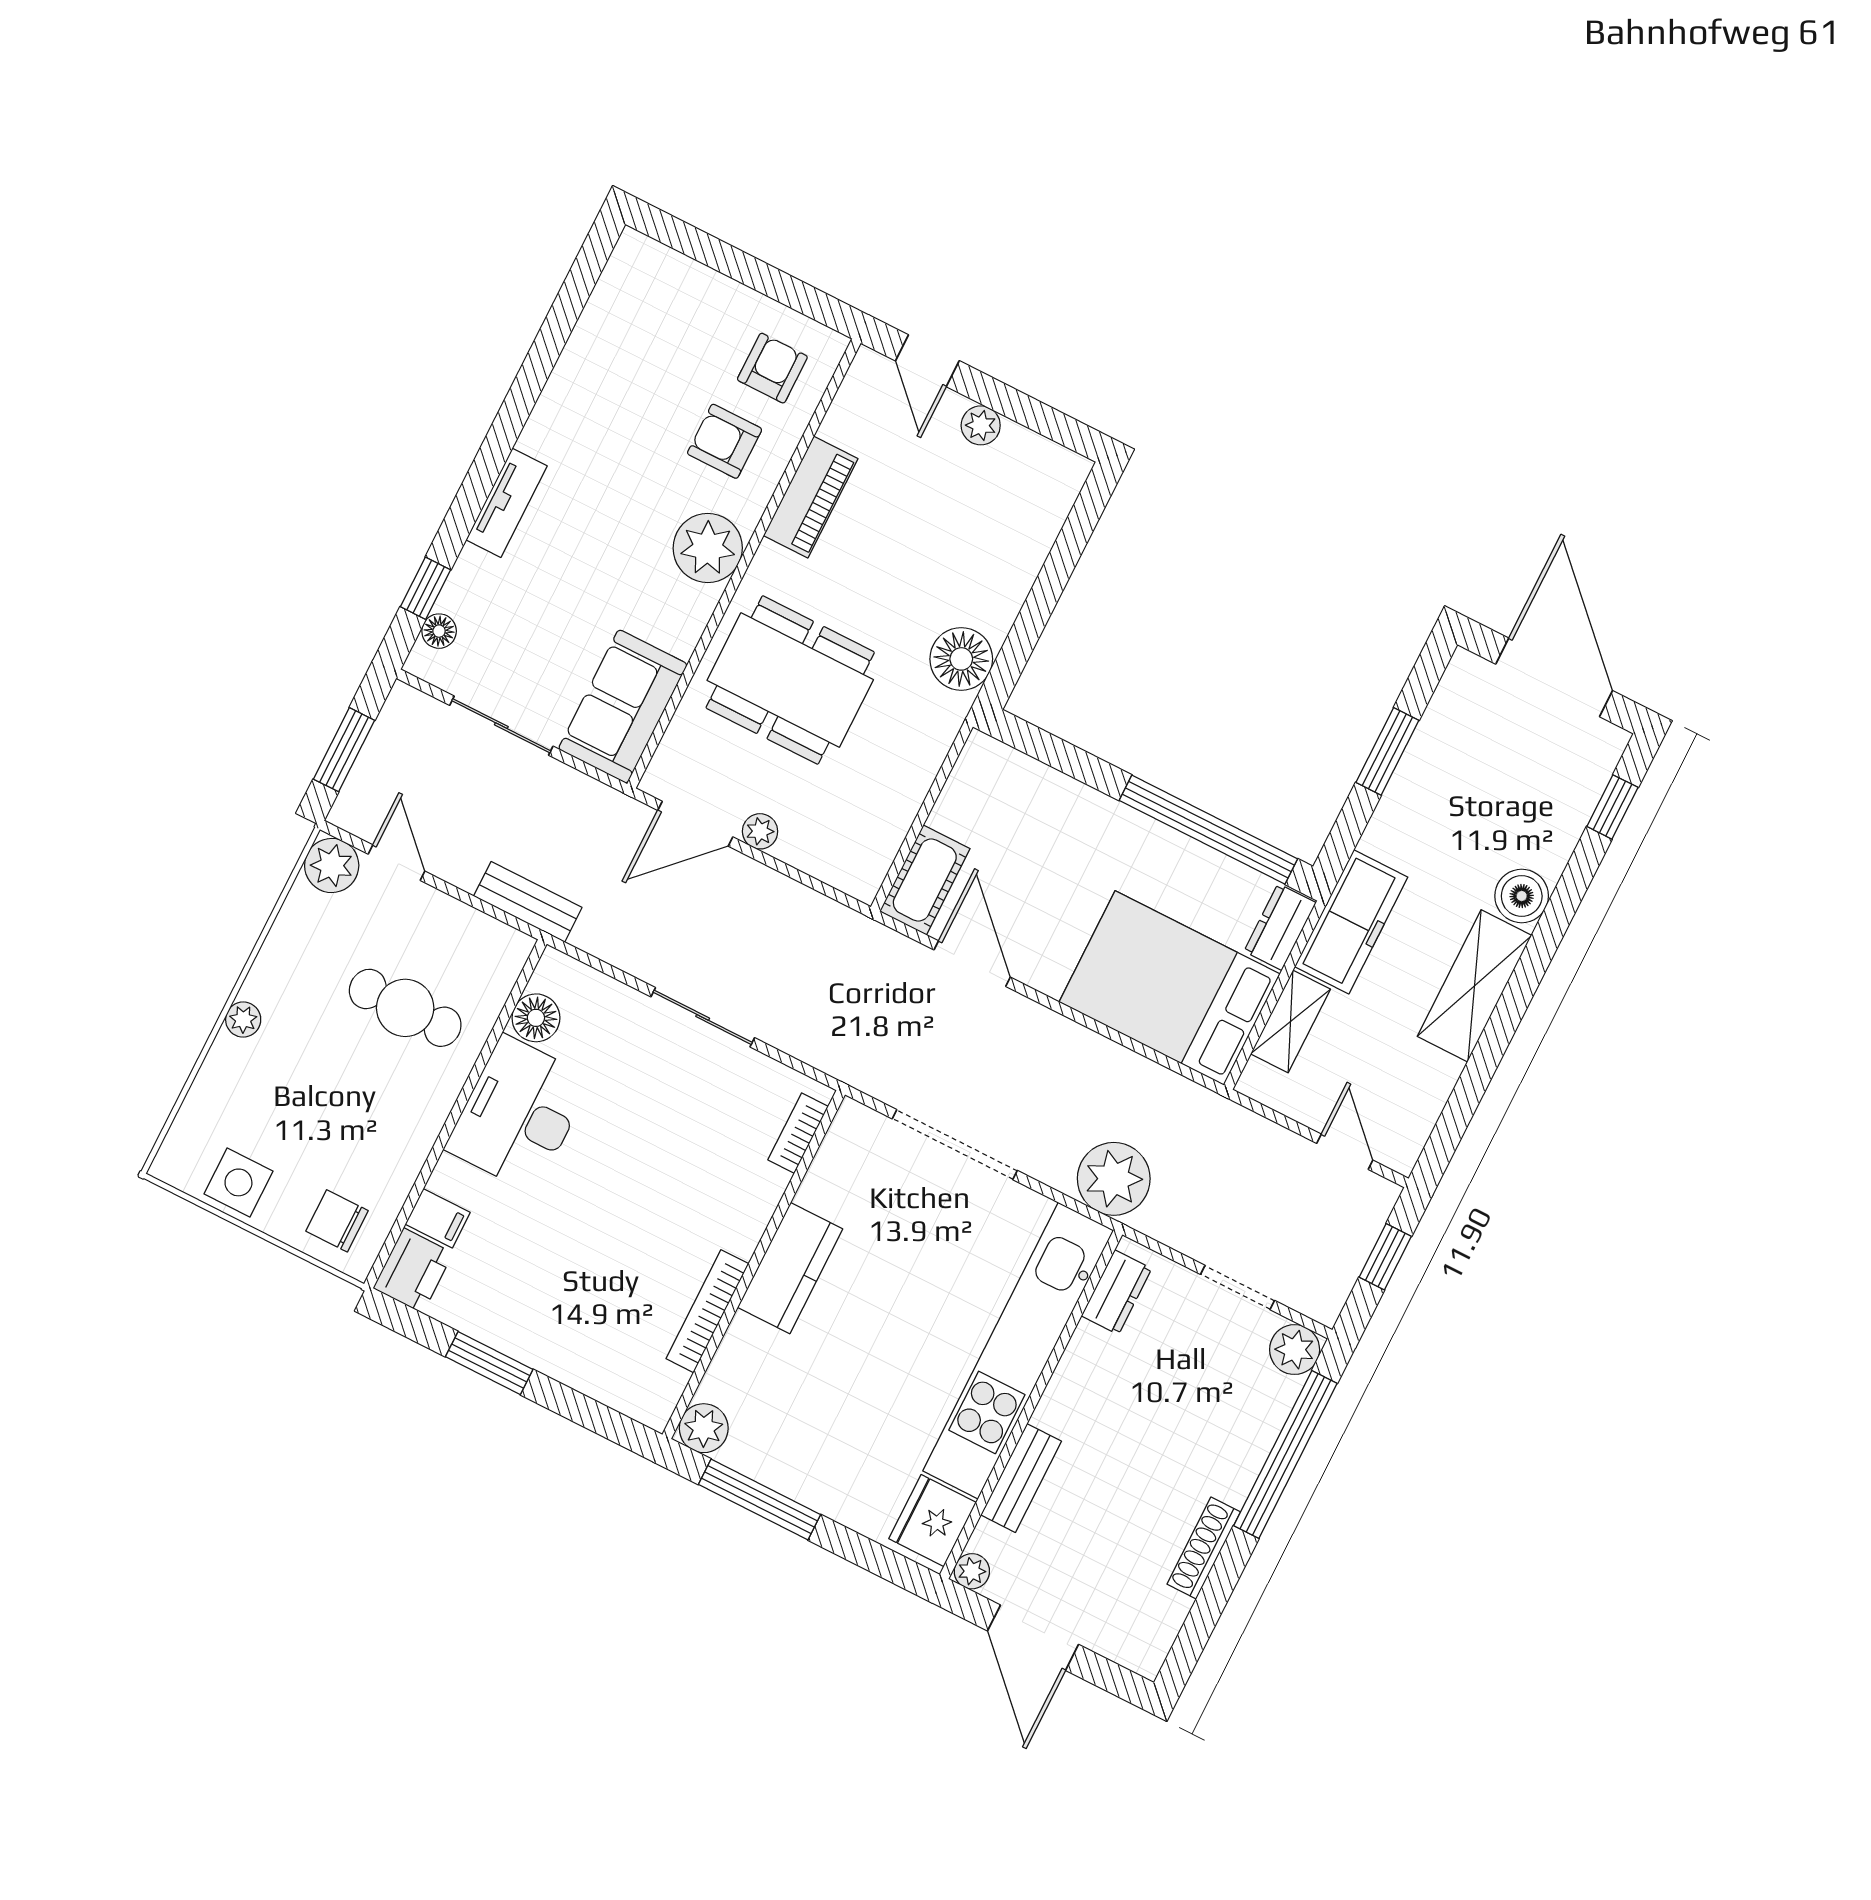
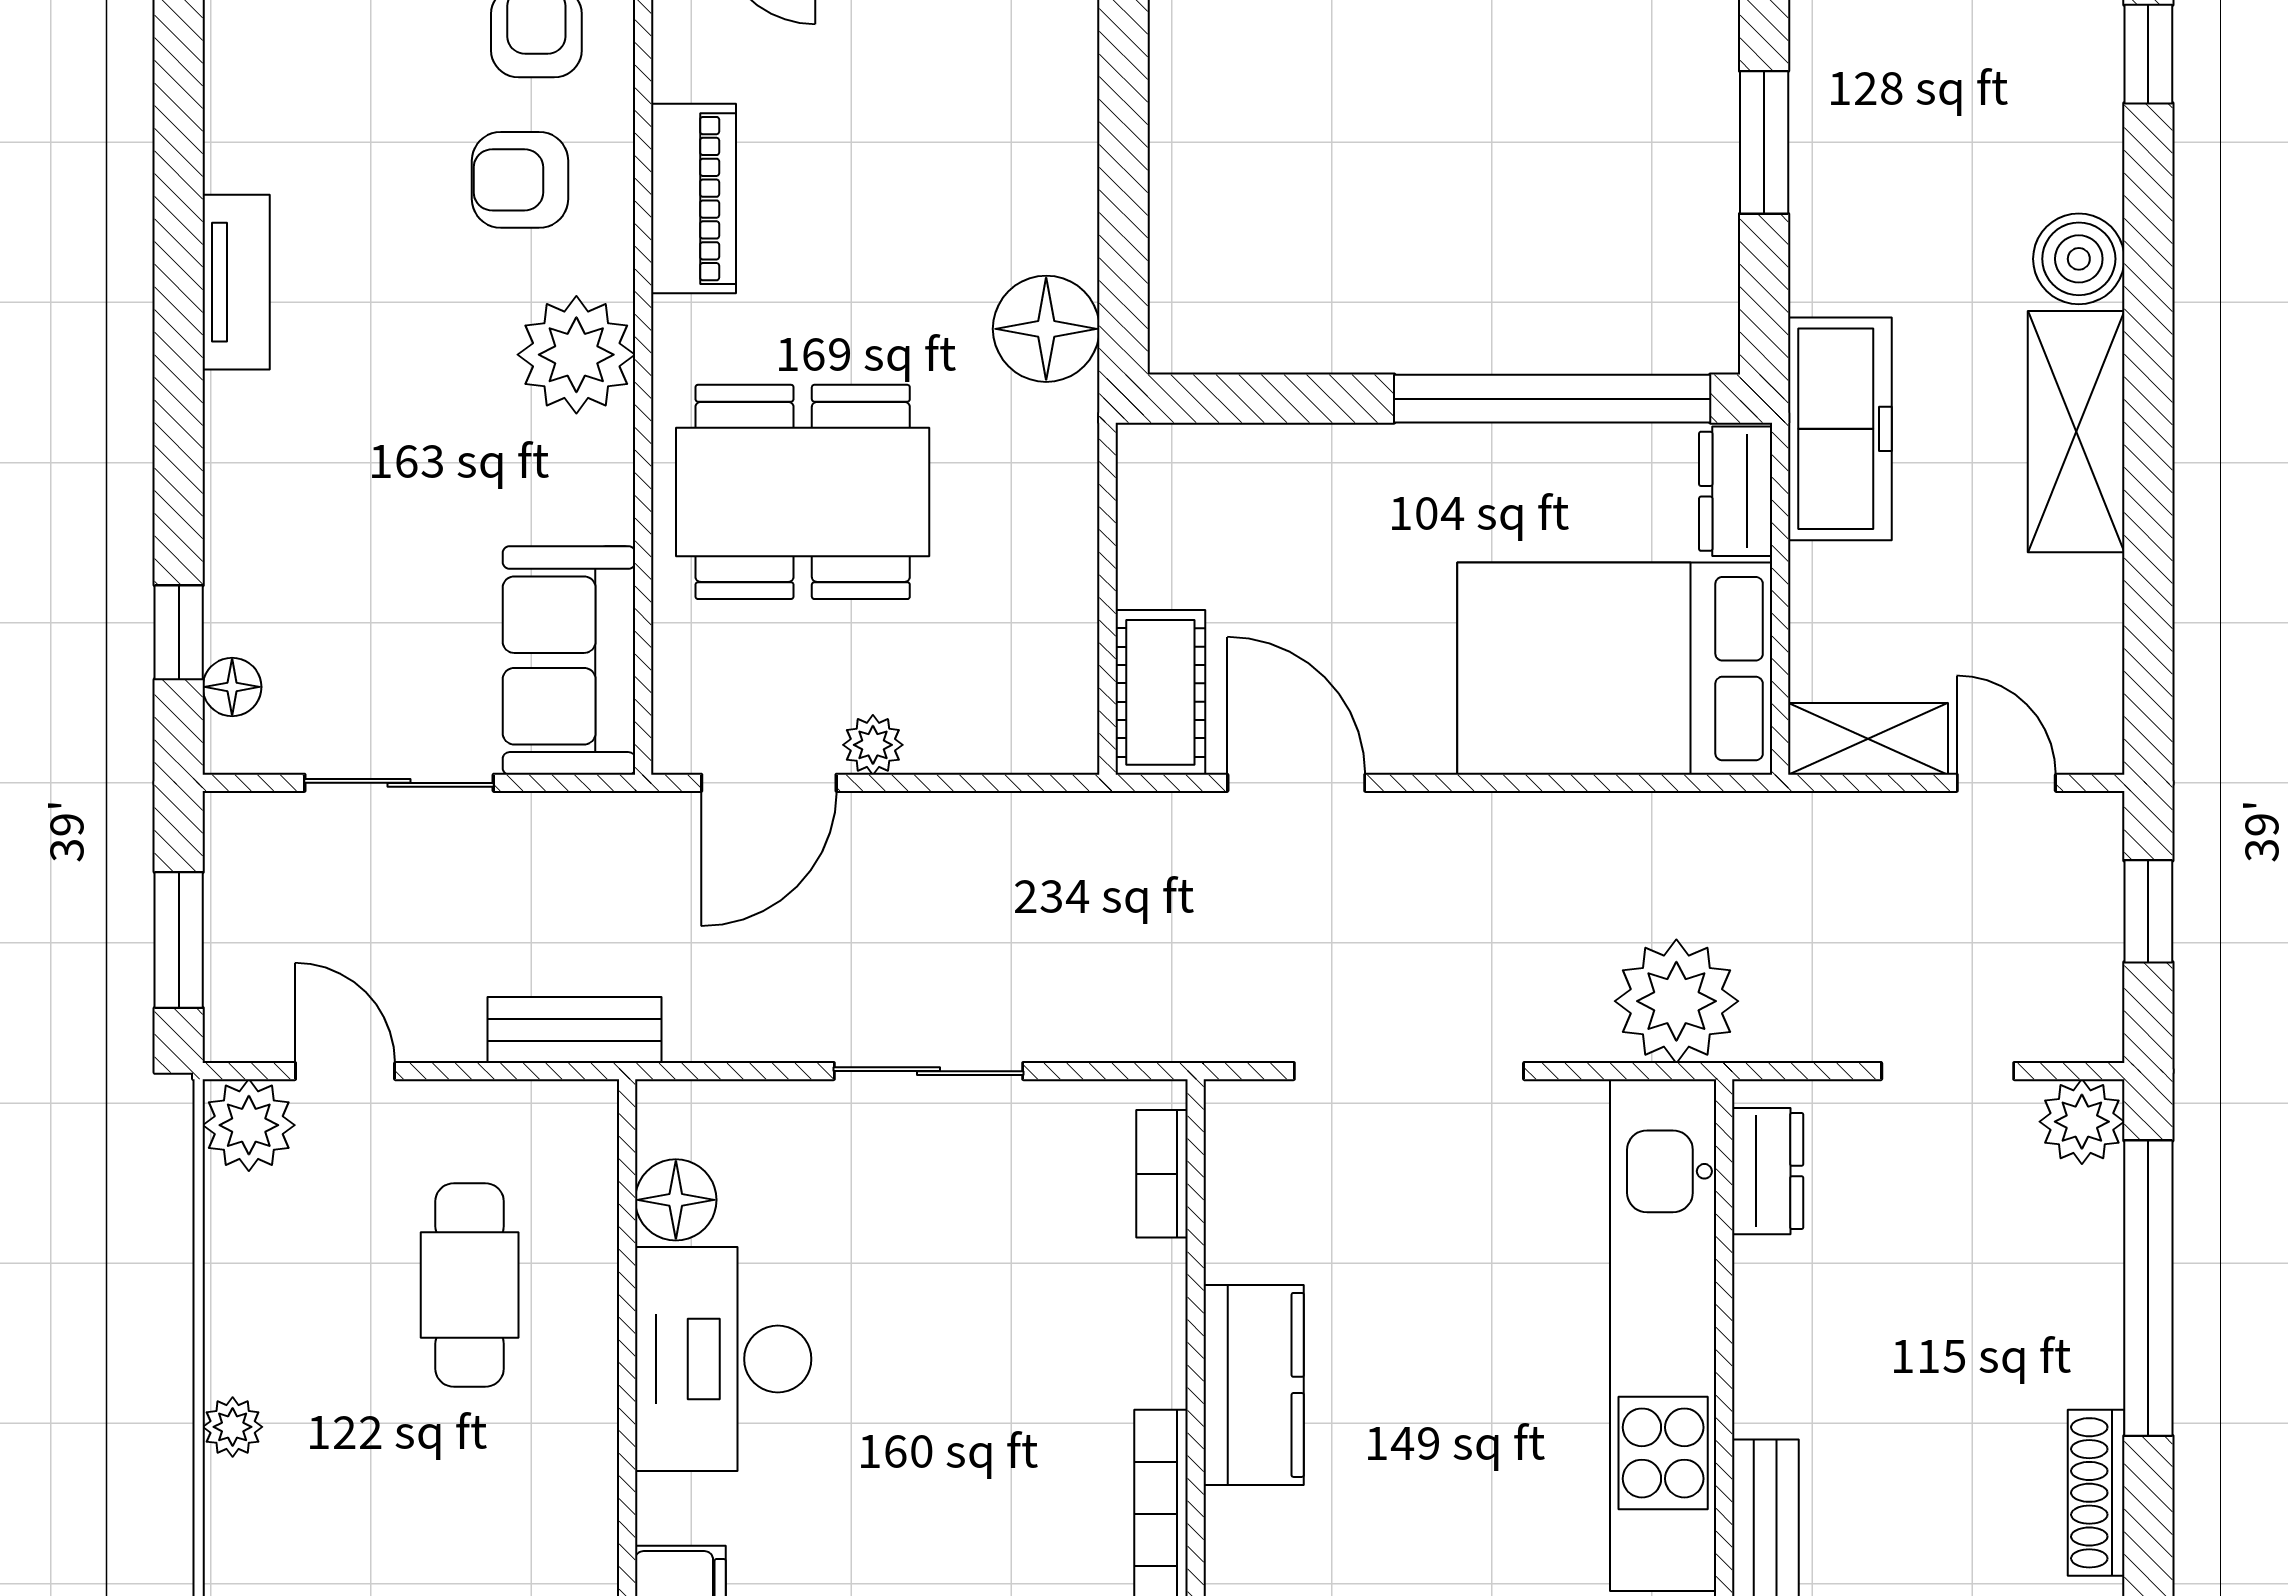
tv unit: (507, 503) -> (236, 282), moved
cafe table: (405, 1008) -> (470, 1285), turned 90
shelving: (1290, 1021) -> (1868, 739), moved, turned 90

